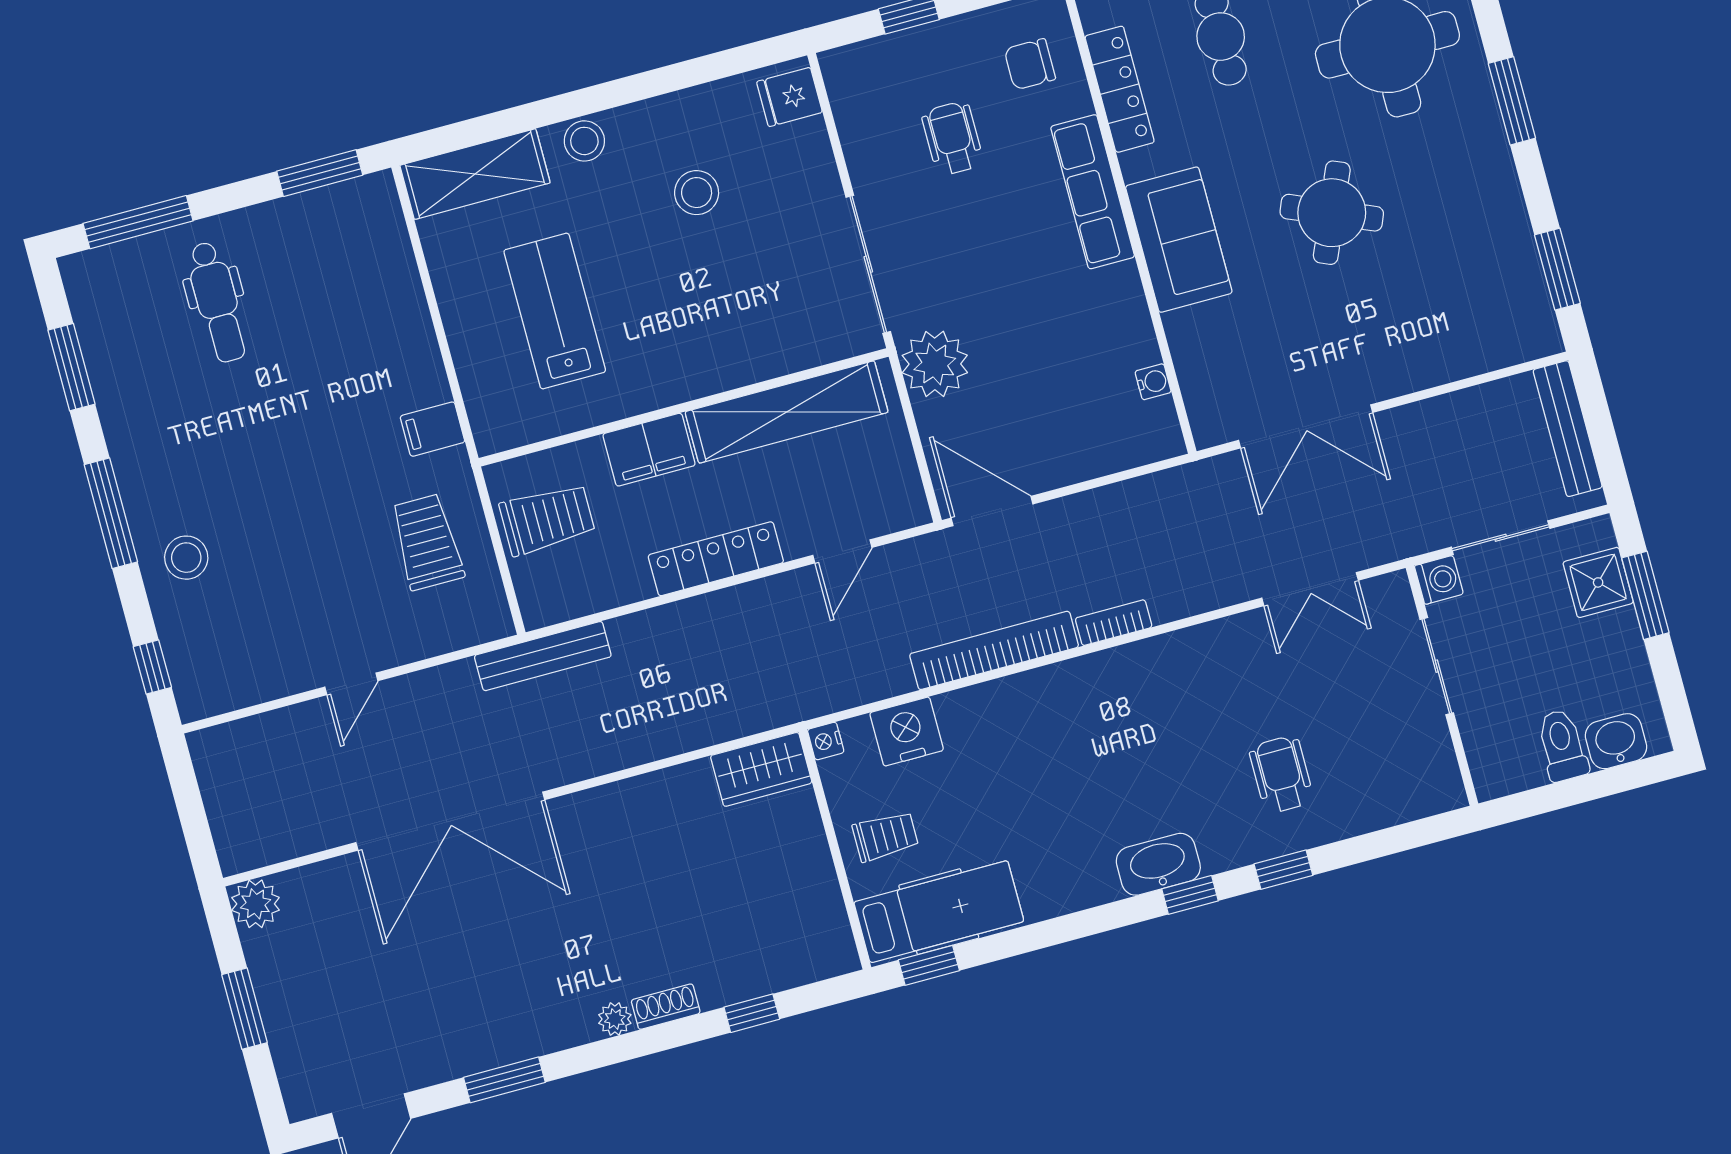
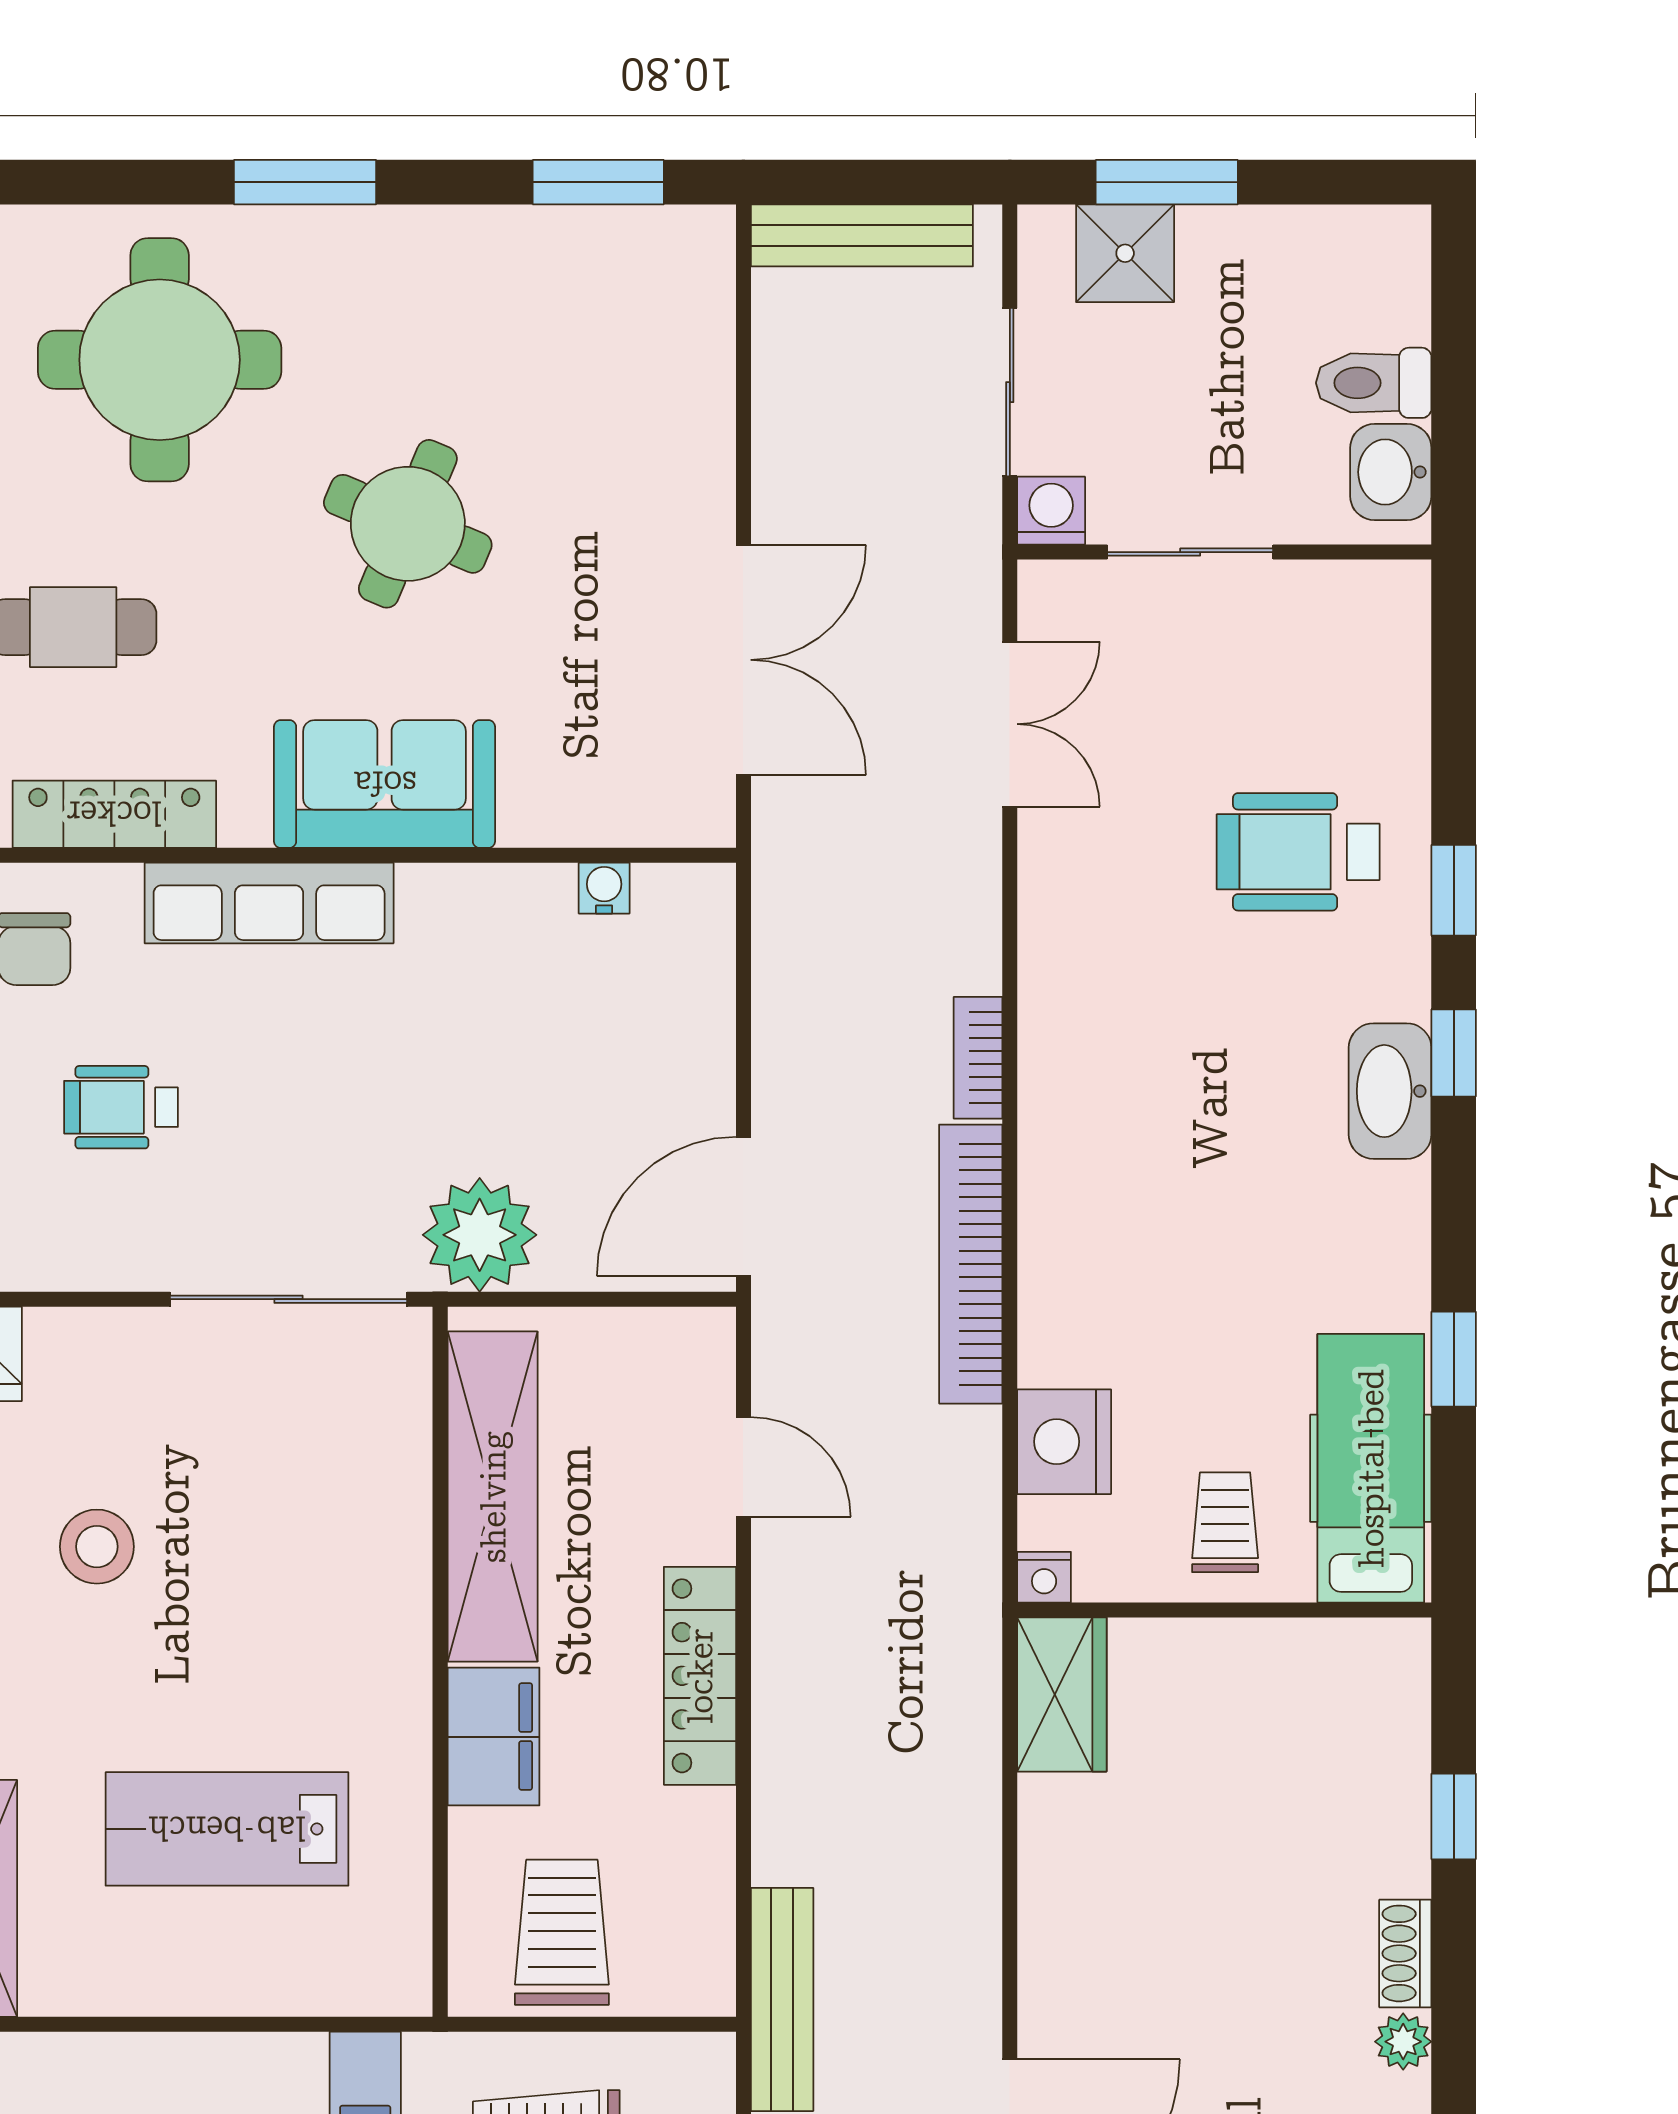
washbasin: (1616, 741) -> (1391, 472), moved
wheelchair: (1281, 774) -> (1298, 852), width x1.36, depth x1.37
window: (929, 965) -> (1454, 1359), moved

